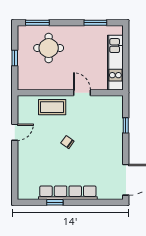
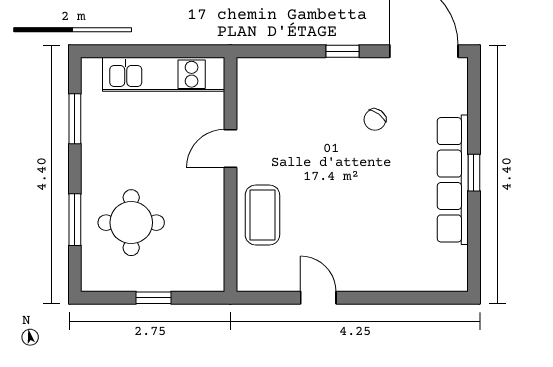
window: (37, 23) -> (75, 220), moved
window: (126, 125) -> (343, 51), moved
chair: (67, 142) -> (375, 120), moved
window: (55, 202) -> (474, 173), moved

